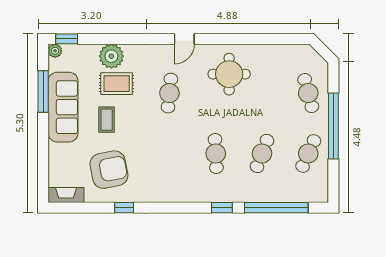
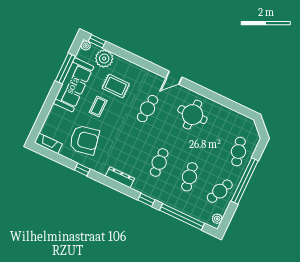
plant: (111, 56) -> (104, 59), moved
cafe table: (262, 153) -> (189, 177), turned -30
plant: (321, 189) -> (217, 219), added
dresser: (175, 195) -> (120, 177), added

